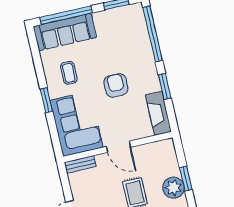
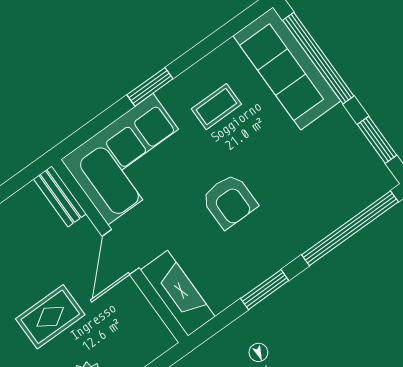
armchair: (116, 85) -> (229, 201), turned 90
fireplace: (158, 113) -> (178, 293), moved, turned 90

